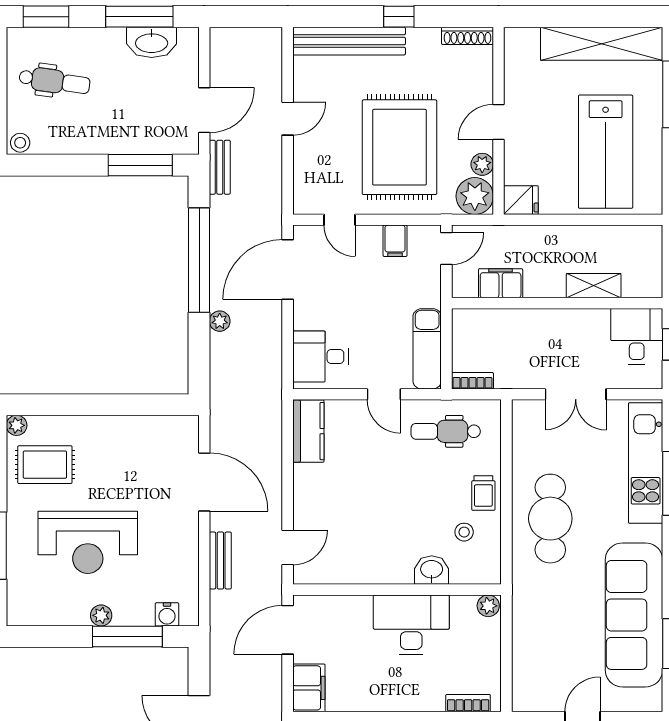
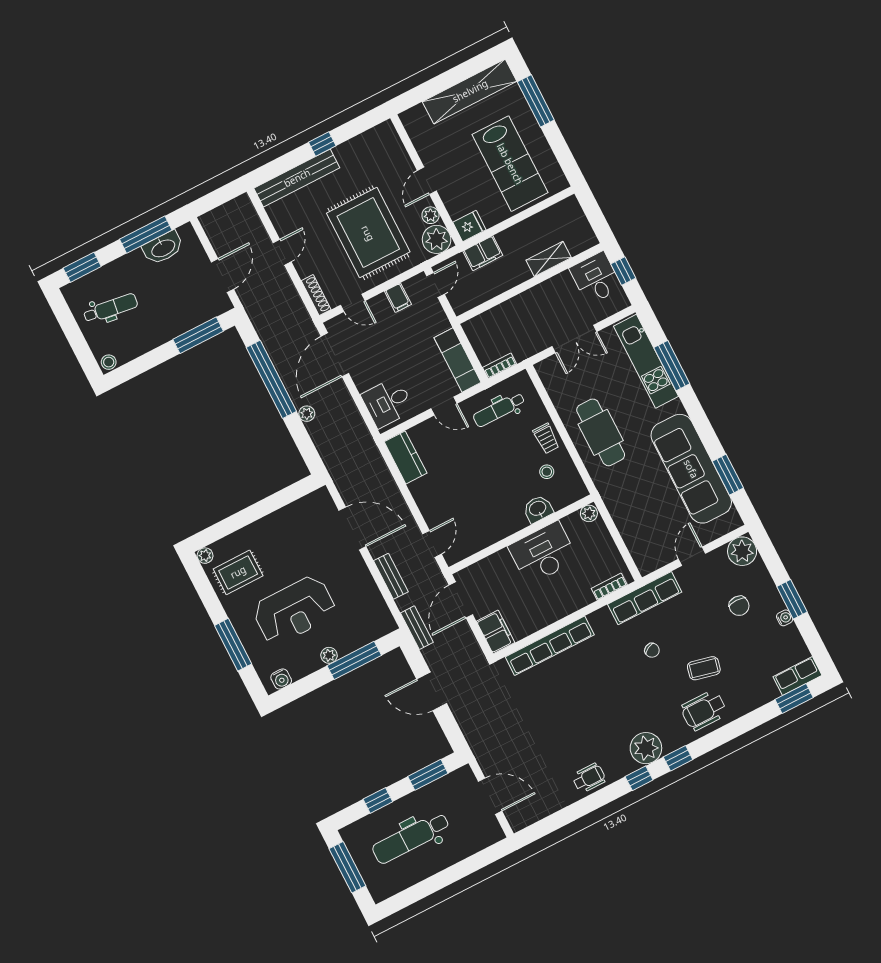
shoe rack: (467, 36) -> (316, 295), moved, turned -90
bench: (220, 167) -> (417, 628), moved
filing cabinet: (501, 283) -> (483, 253), moved, turned 180
water cooler: (167, 614) -> (281, 679), moved

